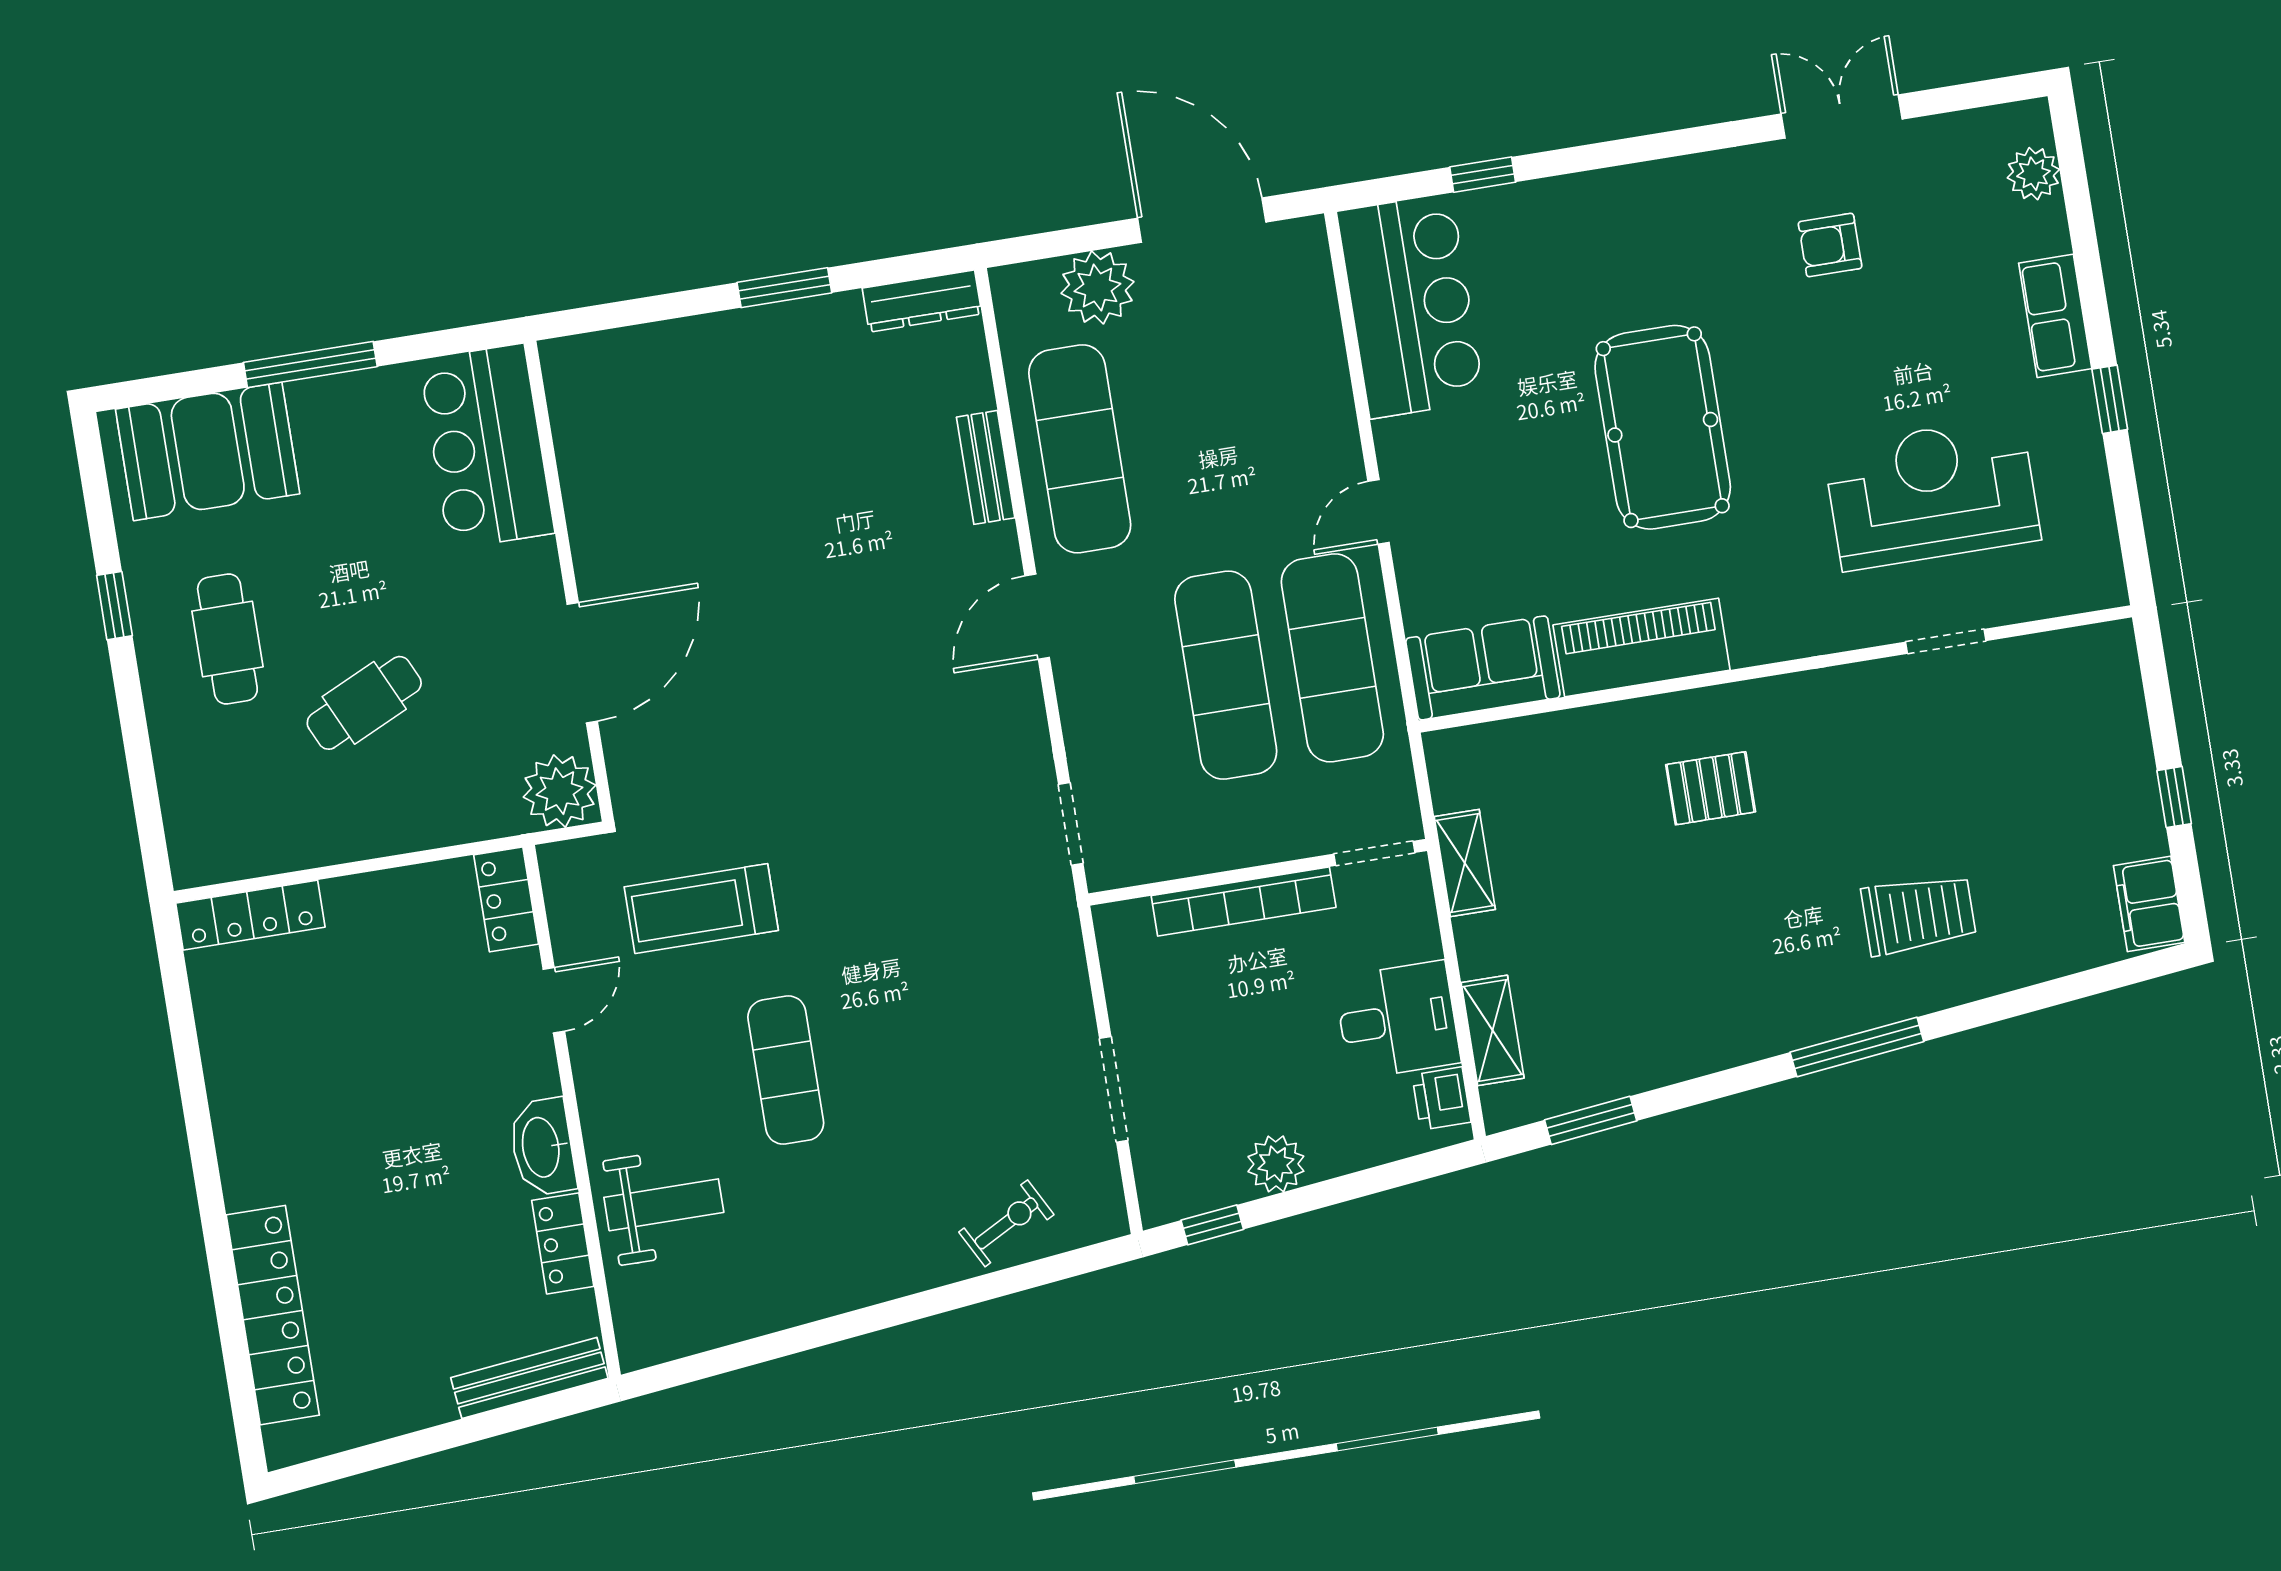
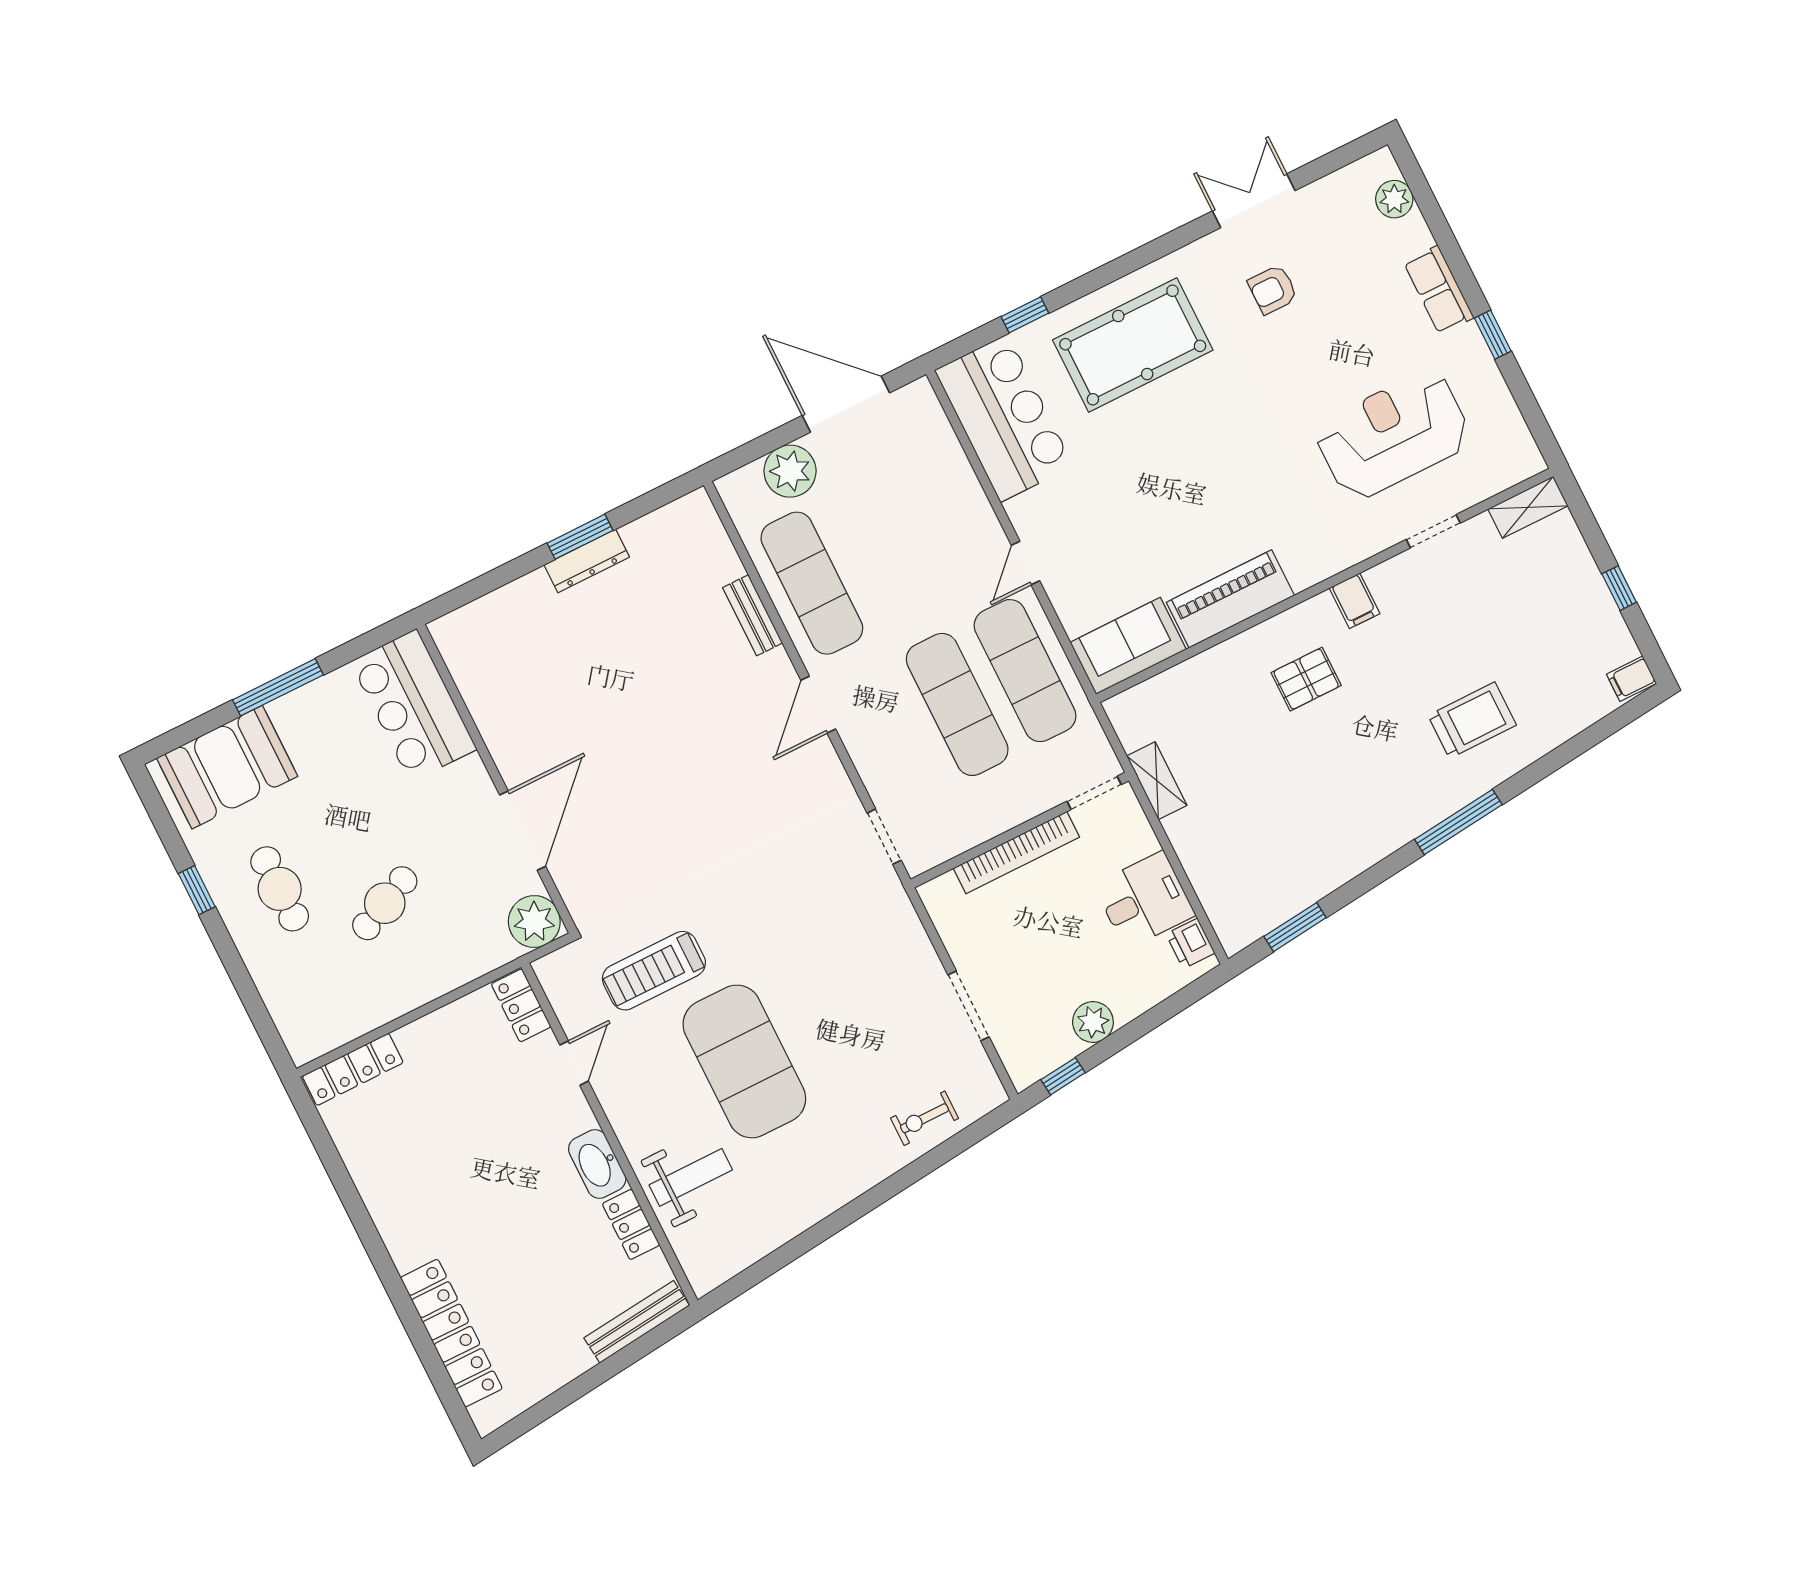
dresser: (922, 301) -> (587, 561), moved
pool table: (1663, 427) -> (1133, 345), moved, turned 90
filing cabinet: (1810, 702) -> (1355, 601), added
filing cabinet: (2149, 904) -> (1631, 679), width x0.50
shelving: (1493, 1030) -> (1528, 507), moved, turned 90
exercise mat: (786, 1070) -> (744, 1061), width x2.00, depth x1.45
exercise bike: (1006, 1223) -> (924, 1118), turned -152

